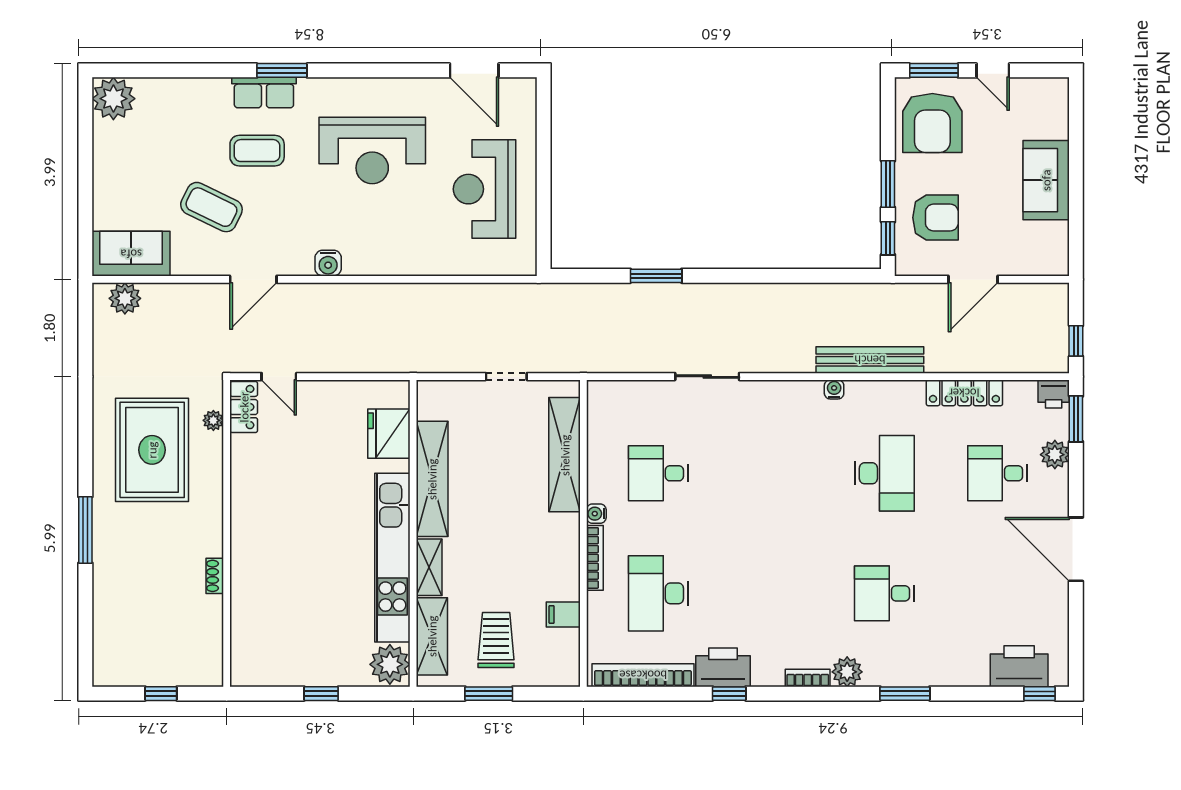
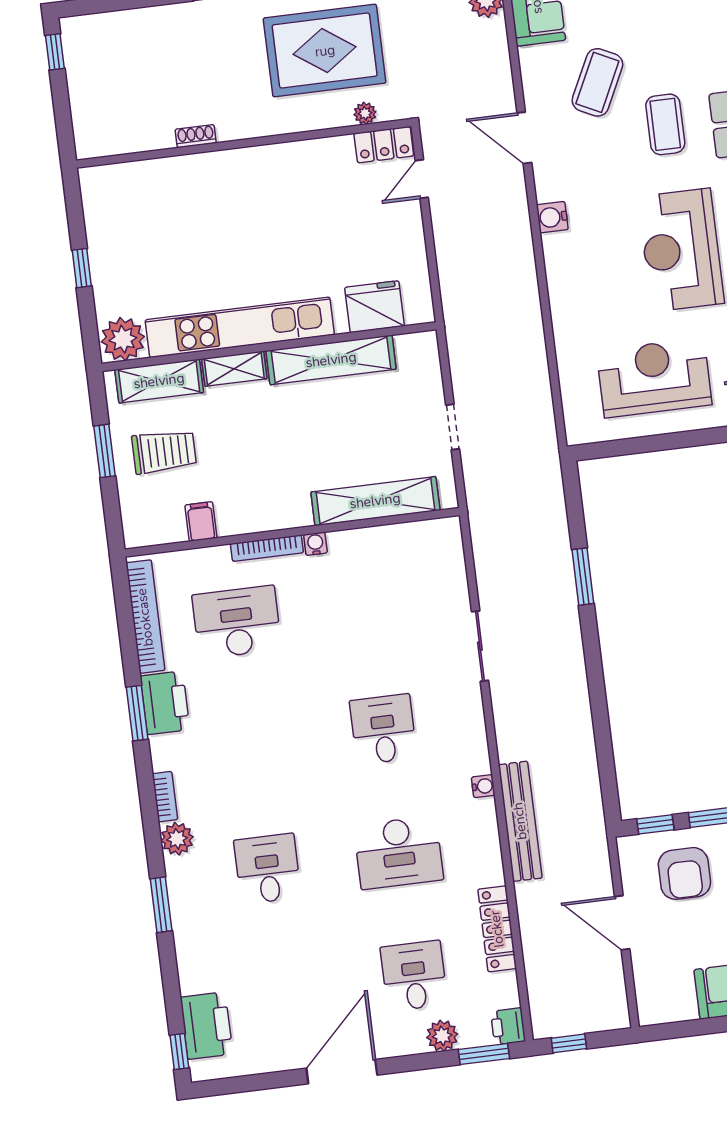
desk: (658, 473) -> (383, 729), moved
window: (161, 694) -> (55, 52), moved
window: (729, 694) -> (137, 713), width x1.50

